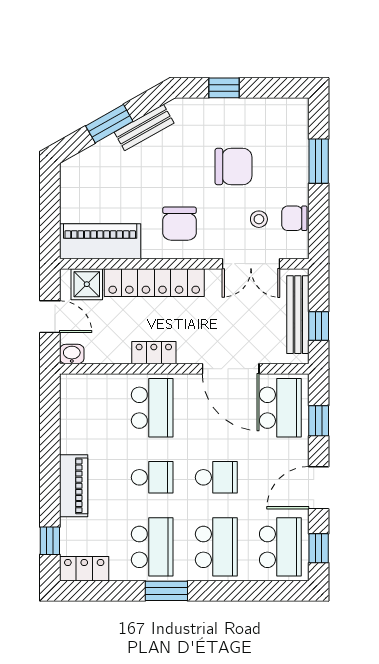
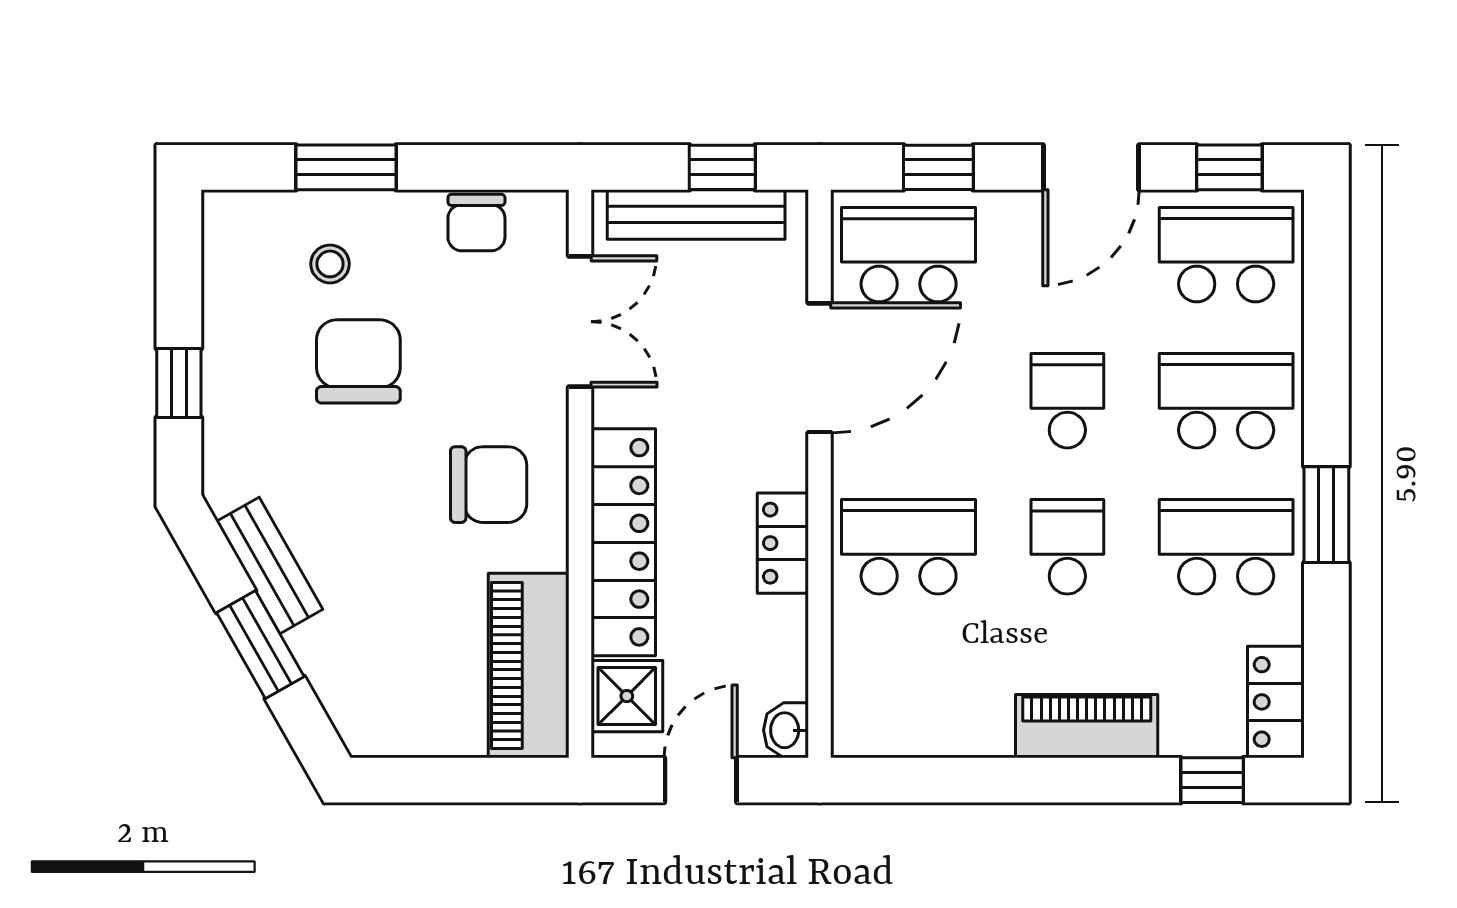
stool: (259, 219) -> (330, 264), moved
door: (319, 488) -> (1091, 167), hinge flipped

